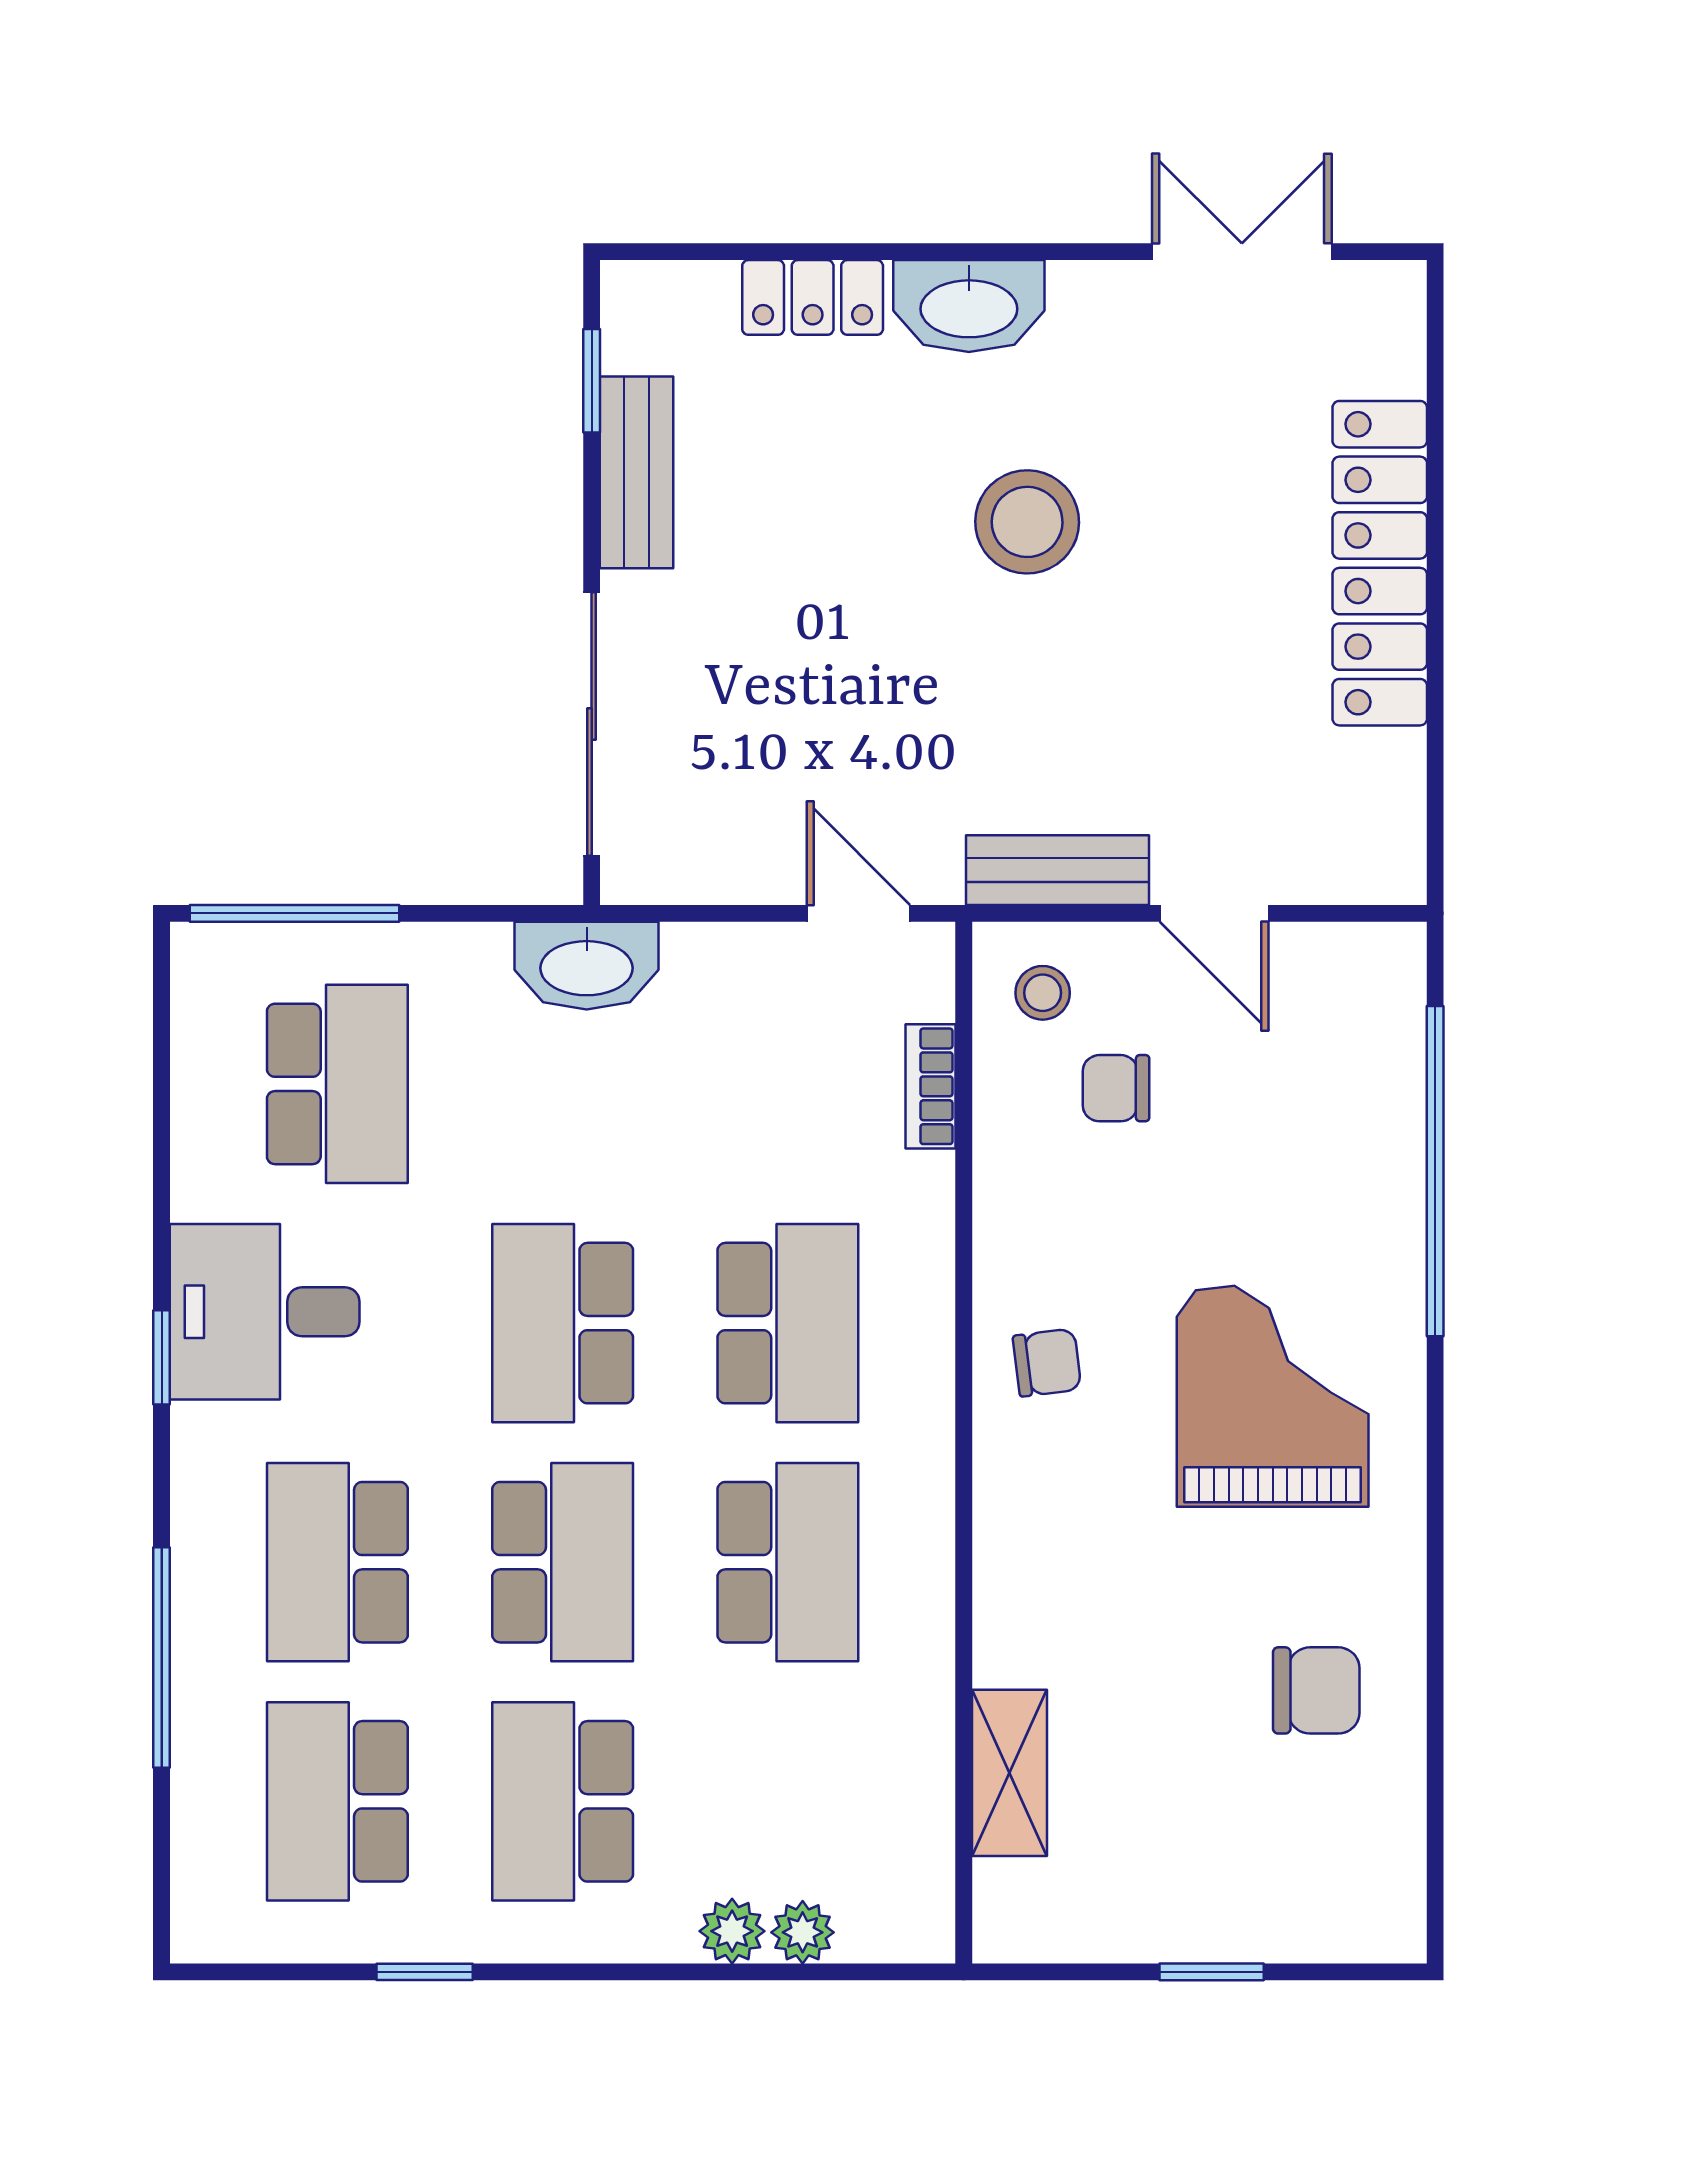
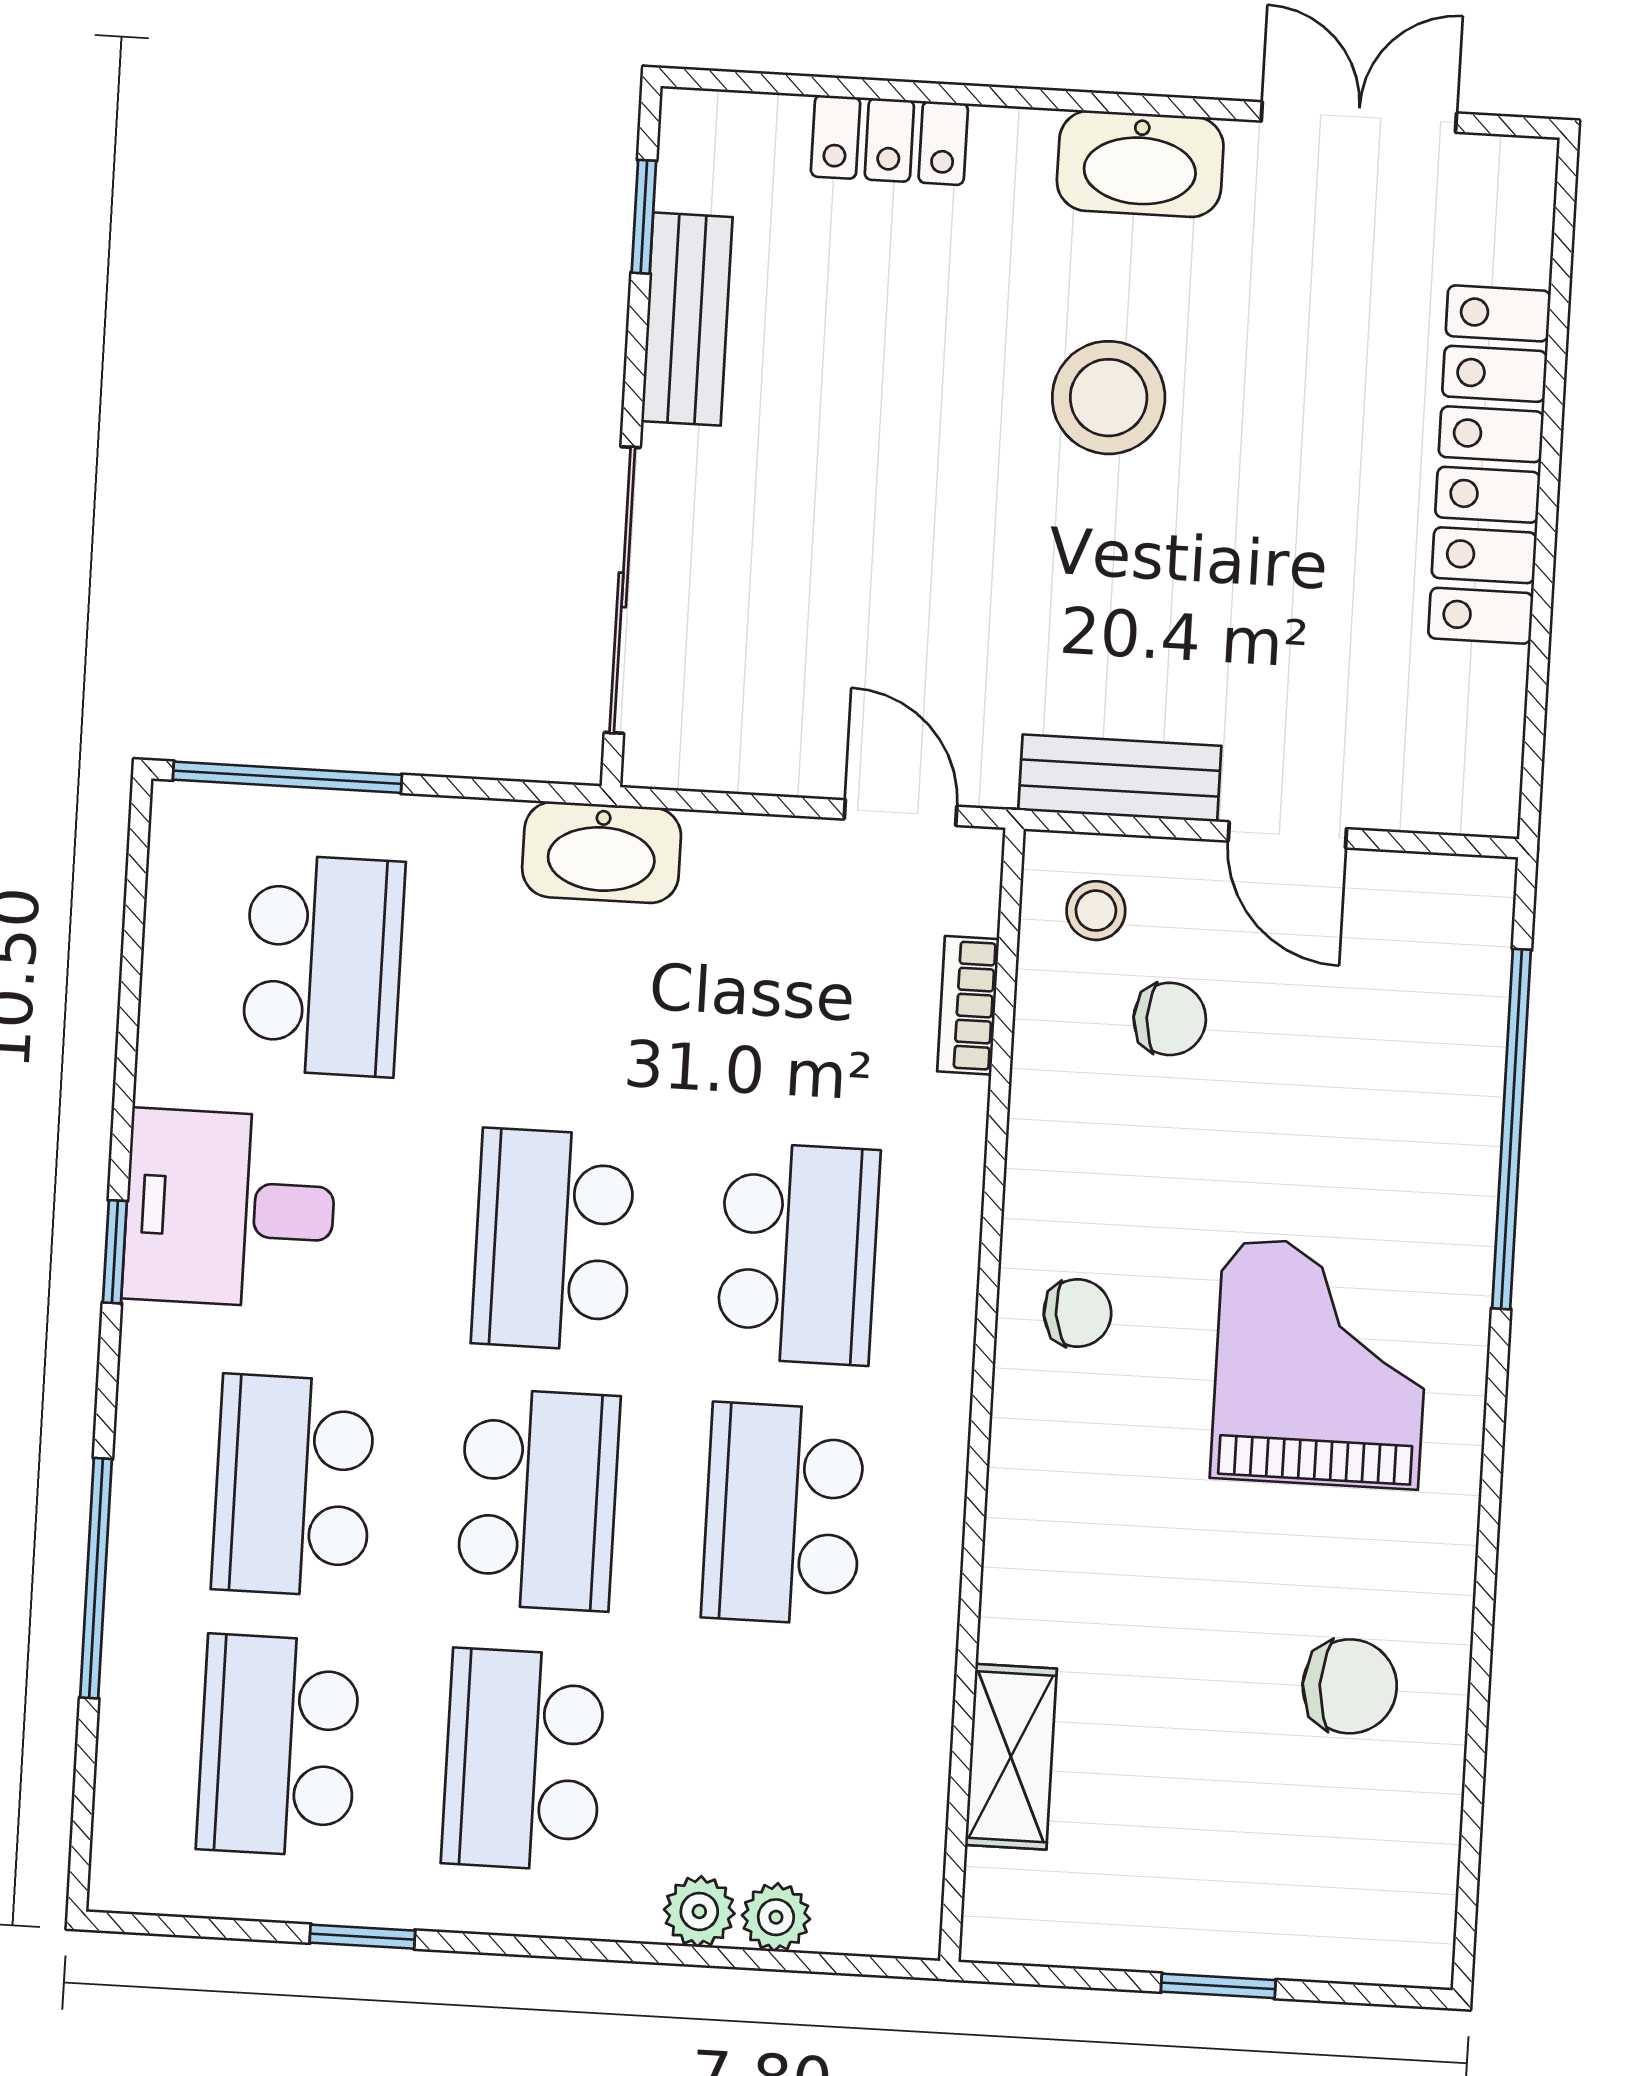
washbasin: (969, 306) -> (1140, 164), moved
chair: (1116, 1088) -> (1170, 1019), turned 180
school desk: (788, 1562) -> (783, 1514), turned 180

